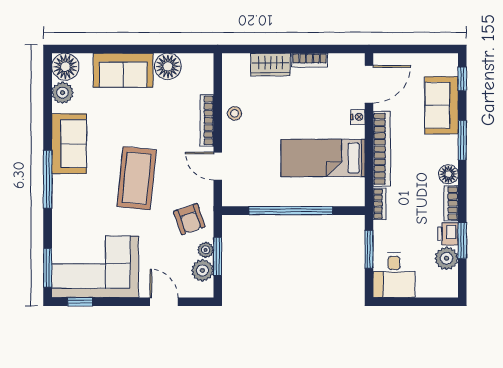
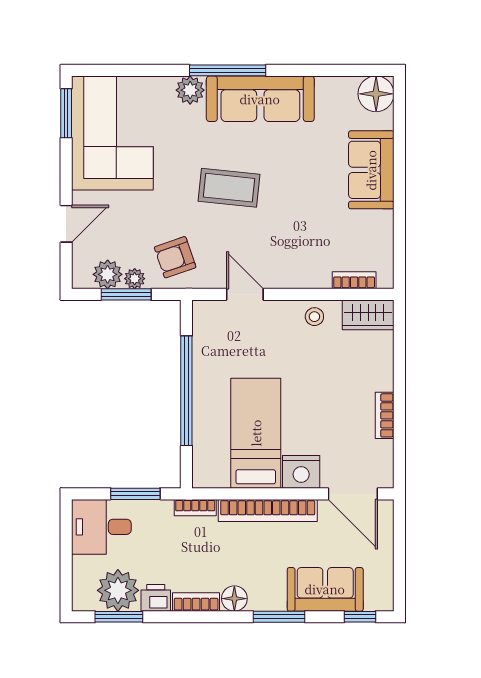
wardrobe: (271, 64) -> (368, 315), moved, turned -90
floor lamp: (168, 66) -> (376, 229), removed
plant: (63, 93) -> (190, 90), moved
nightstand: (358, 117) -> (301, 472), width x1.89, depth x1.79
bookcase: (207, 120) -> (354, 280), moved, width x0.64
sofa: (69, 144) -> (260, 99), width x1.36
door: (218, 166) -> (245, 294), hinge flipped
coffee table: (137, 178) -> (229, 188), width x0.73, depth x0.76
window: (462, 240) -> (119, 617), moved
plant: (447, 258) -> (118, 590), width x1.36, depth x1.36
window: (48, 268) -> (111, 70), removed
window: (80, 302) -> (66, 113), width x1.50

